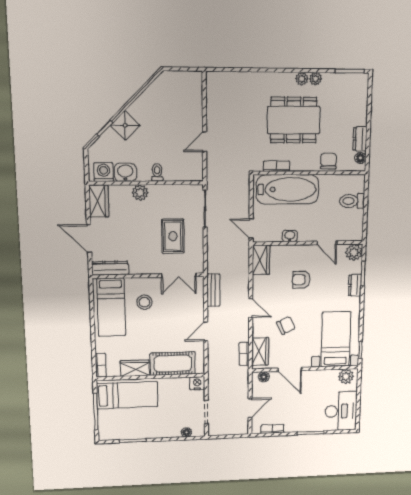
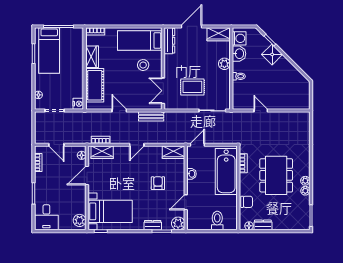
chair: (286, 325) -> (122, 172), removed
bed: (127, 395) -> (49, 50), moved
desk: (341, 411) -> (46, 217), width x0.73

